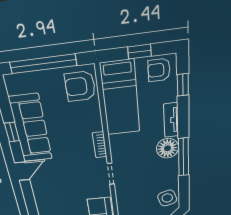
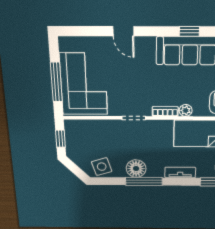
plant: (96, 124) -> (186, 110), added
floor lamp: (167, 148) -> (136, 169), moved
door: (22, 171) -> (123, 31), moved

